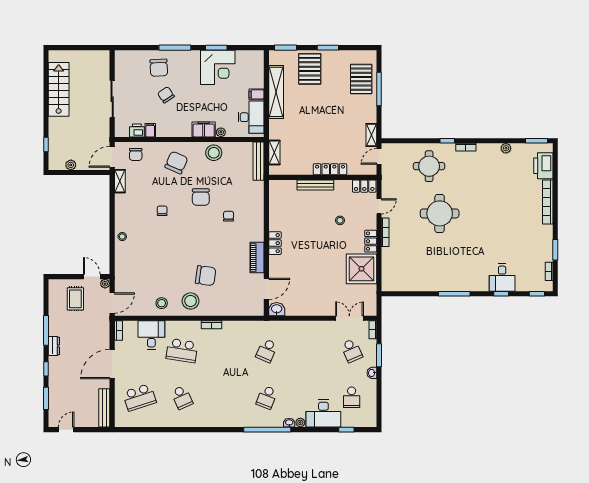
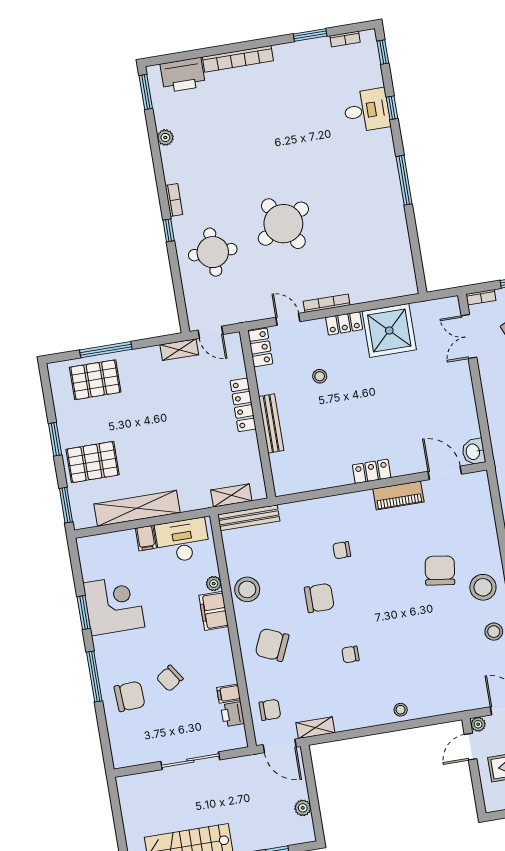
round table: (440, 213) -> (283, 224), turned -30

